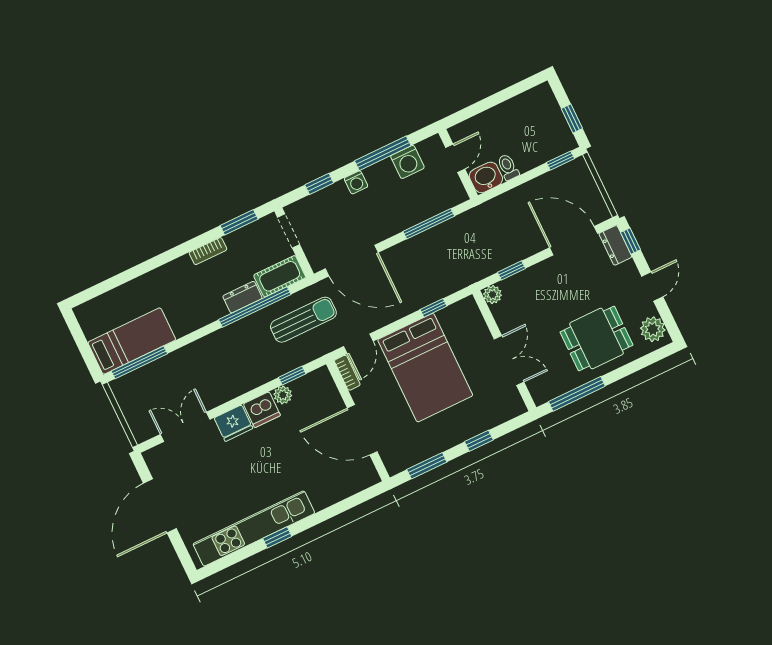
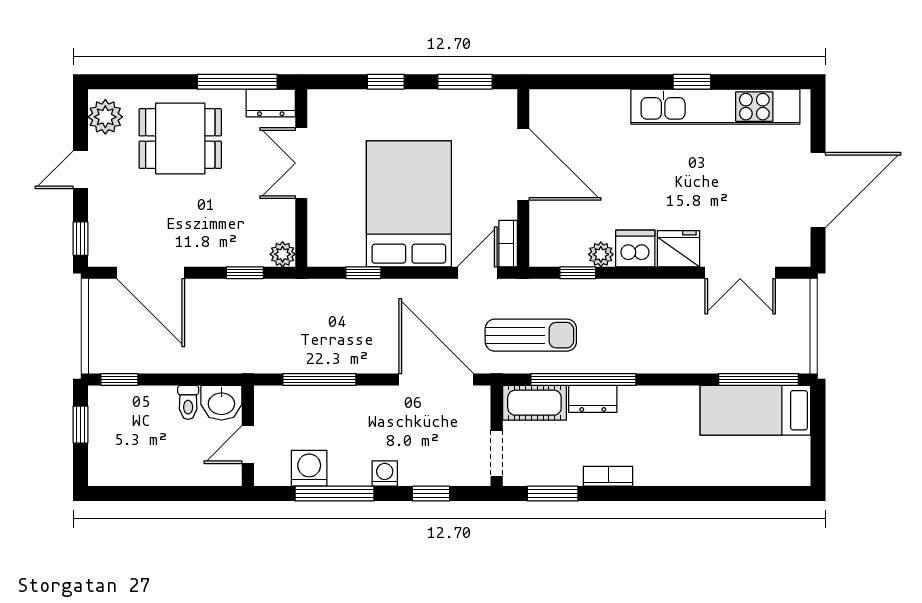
dresser: (615, 245) -> (271, 103), moved, turned 90
sun lounger: (303, 320) -> (531, 335), turned 180

